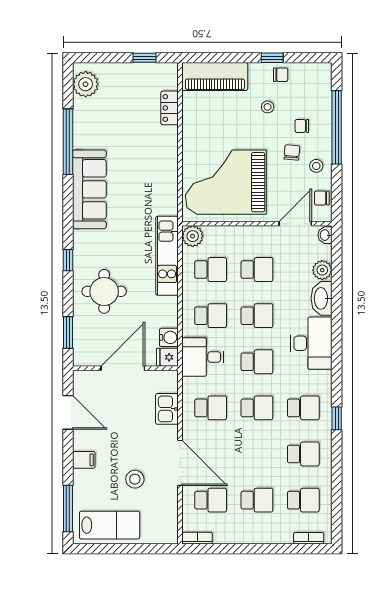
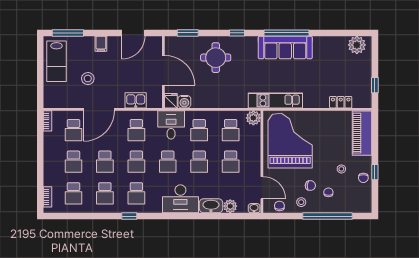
window: (68, 142) -> (287, 33), moved
kitchen unit: (167, 256) -> (275, 100), moved
school desk: (257, 454) -> (105, 162), added

